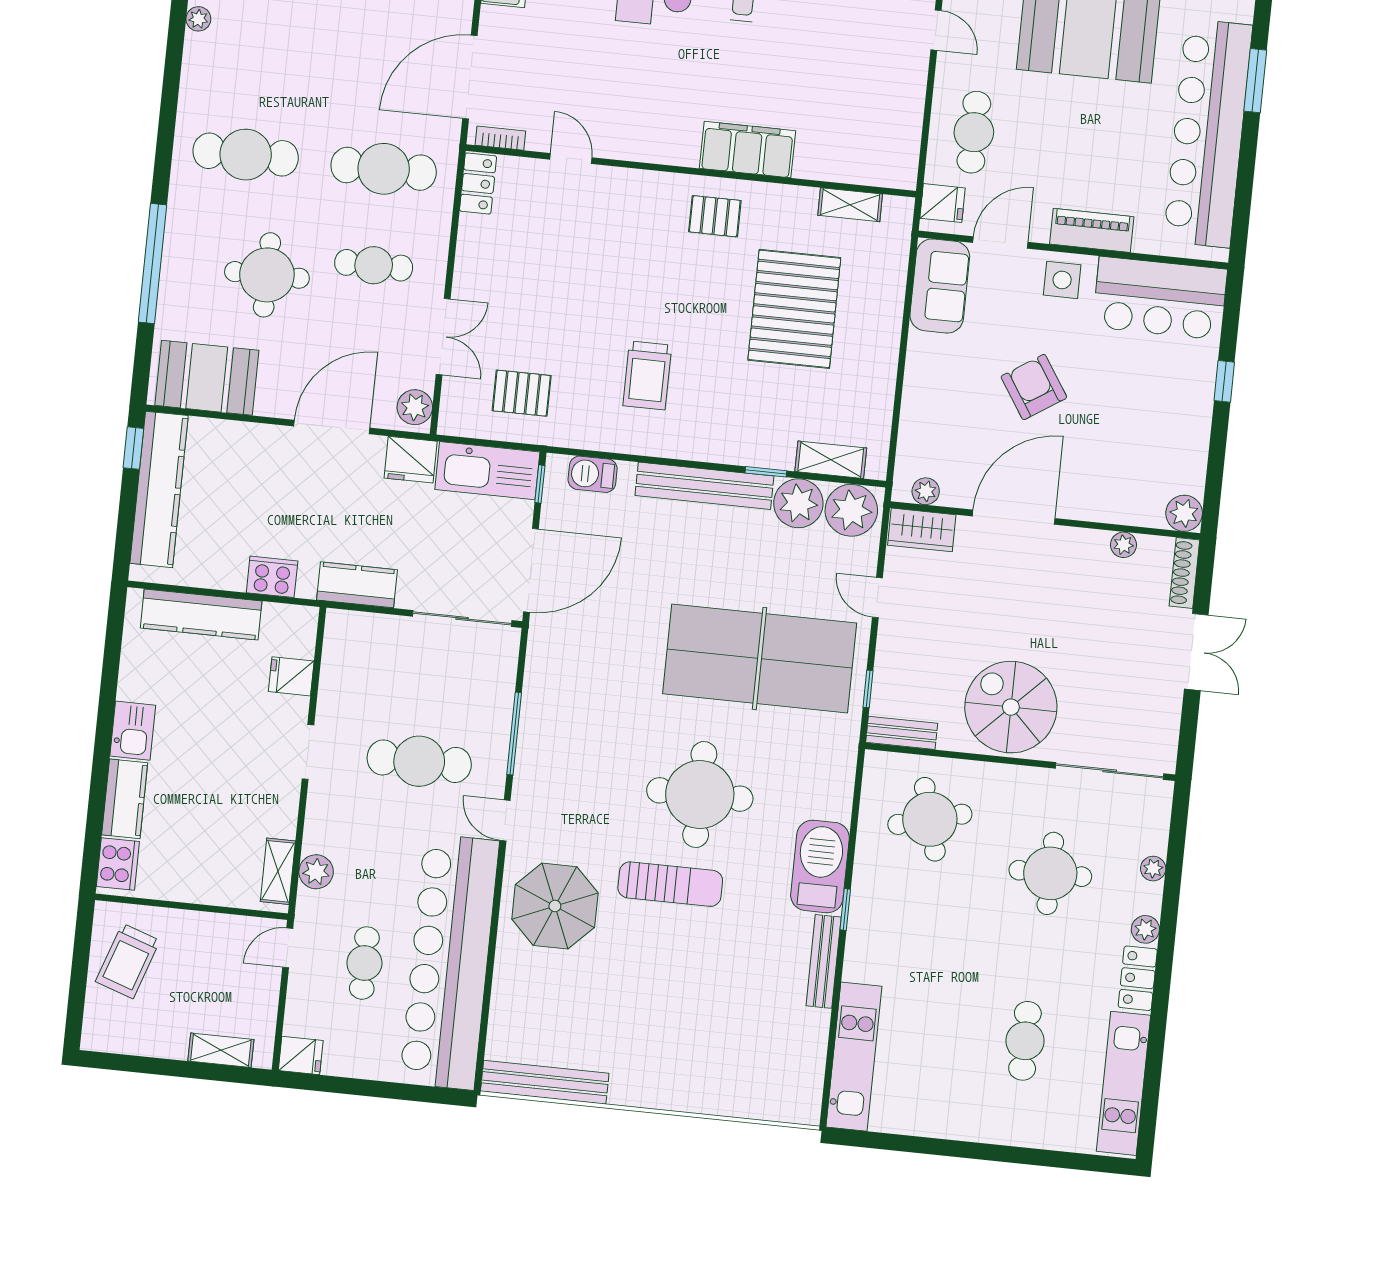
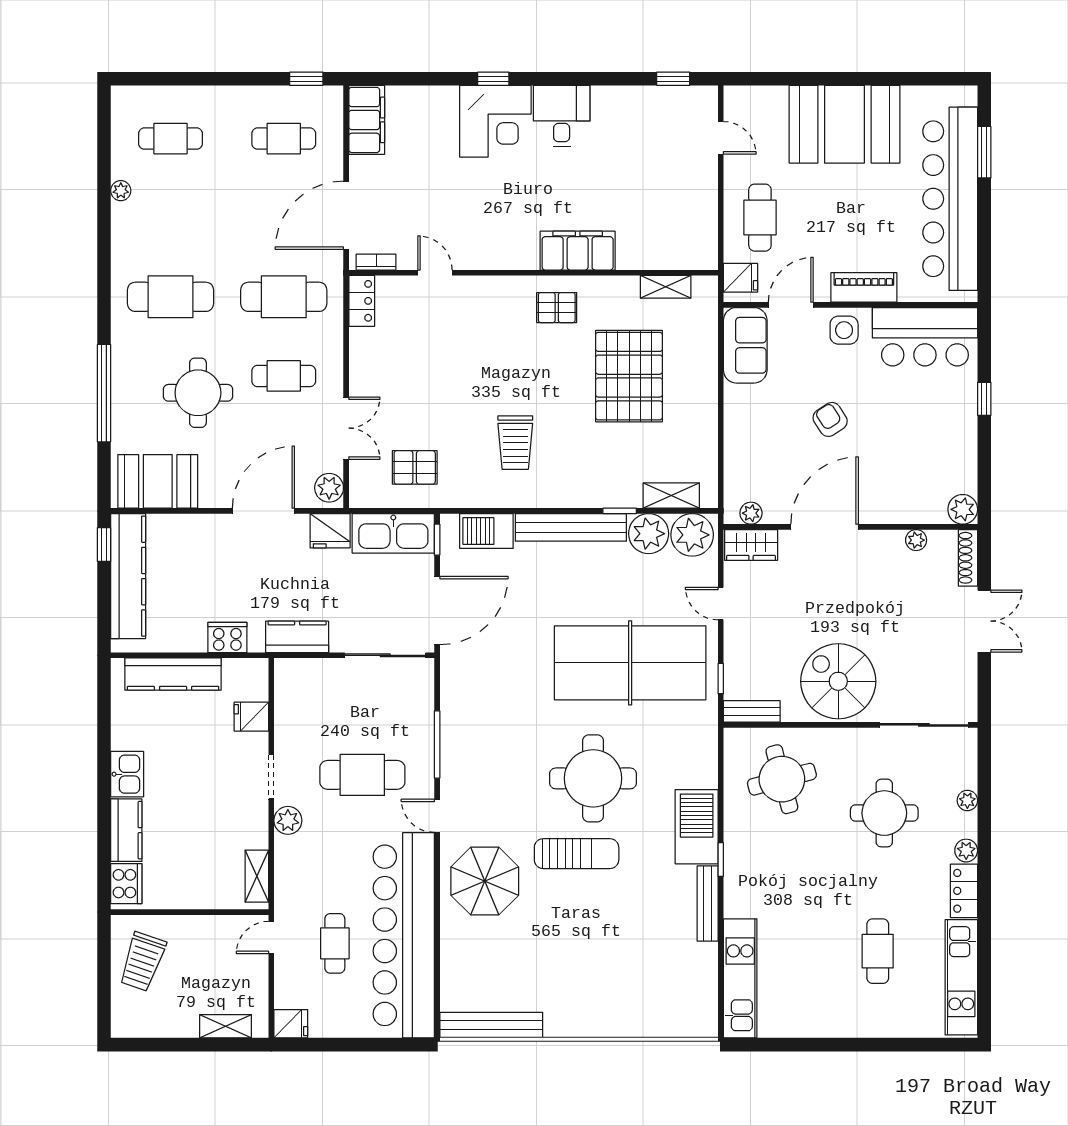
armchair: (1034, 387) -> (830, 419), width x0.72, depth x0.72
barbecue: (593, 474) -> (486, 531), width x1.38, depth x1.27
plant: (316, 872) -> (288, 820), moved

